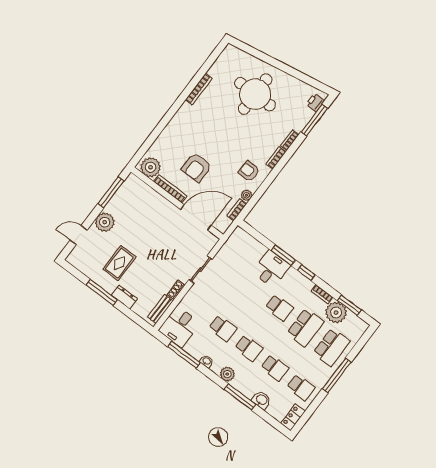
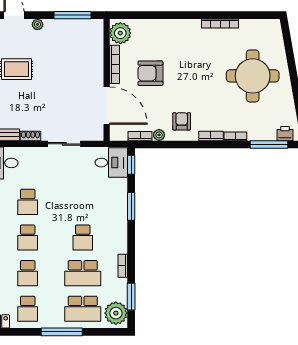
plant: (105, 222) -> (37, 24), width x0.53, depth x0.53
desk: (271, 269) -> (111, 163), moved
window: (306, 273) -> (131, 165), moved
plant: (336, 313) -> (116, 313), moved

